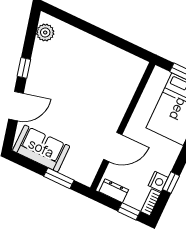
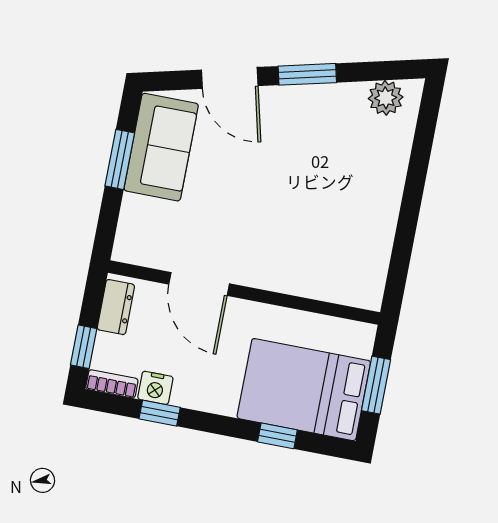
window: (24, 68) -> (307, 74), width x1.50
window: (59, 178) -> (120, 159), moved

